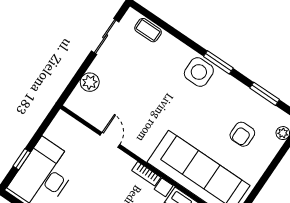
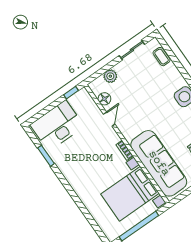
floor lamp: (93, 115) -> (104, 99), added
window: (22, 159) -> (71, 93), moved

